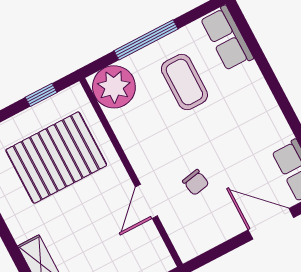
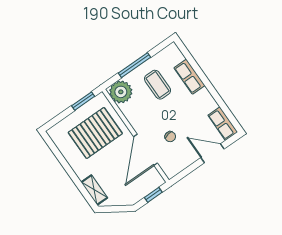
row of seats: (227, 38) -> (189, 77), moved
window: (41, 95) -> (83, 101), width x1.50
door: (146, 201) -> (146, 150), width x1.88

